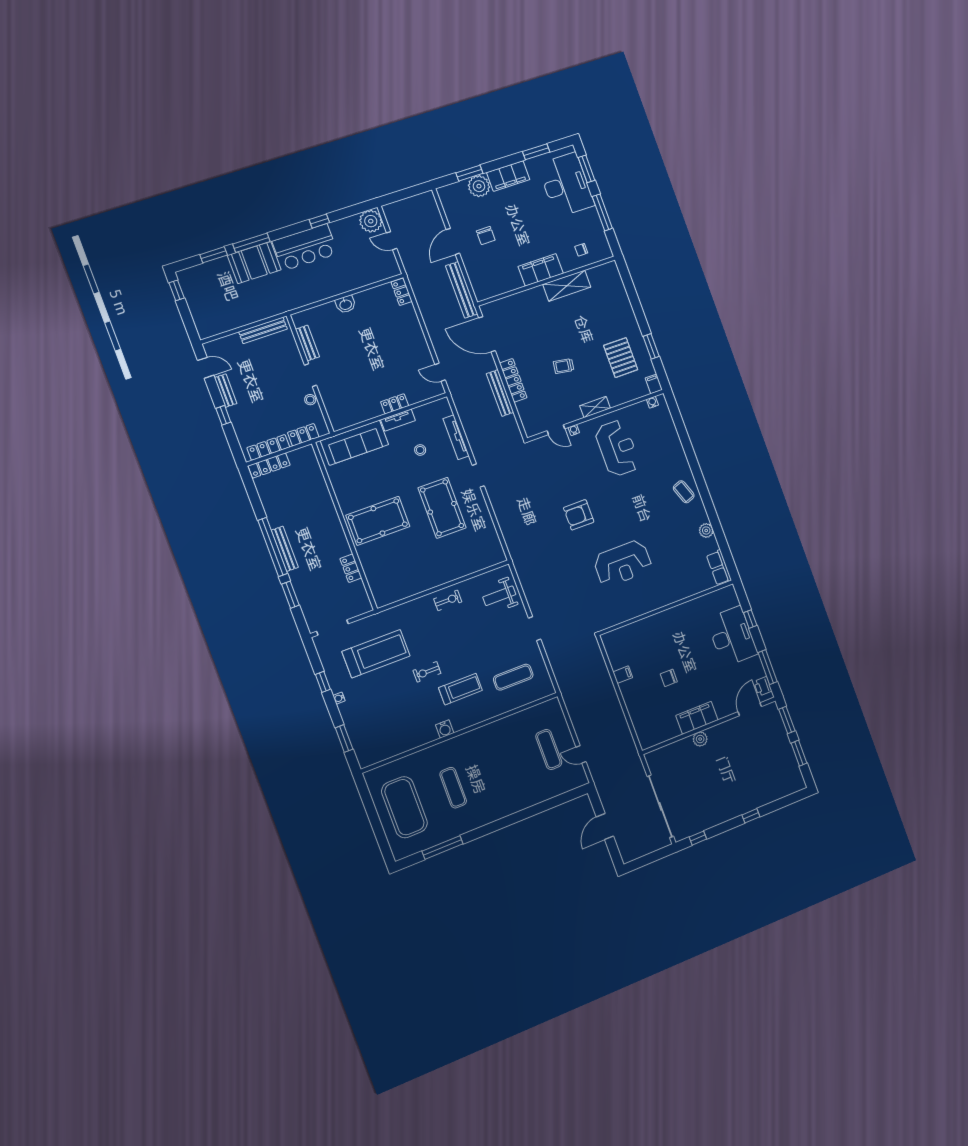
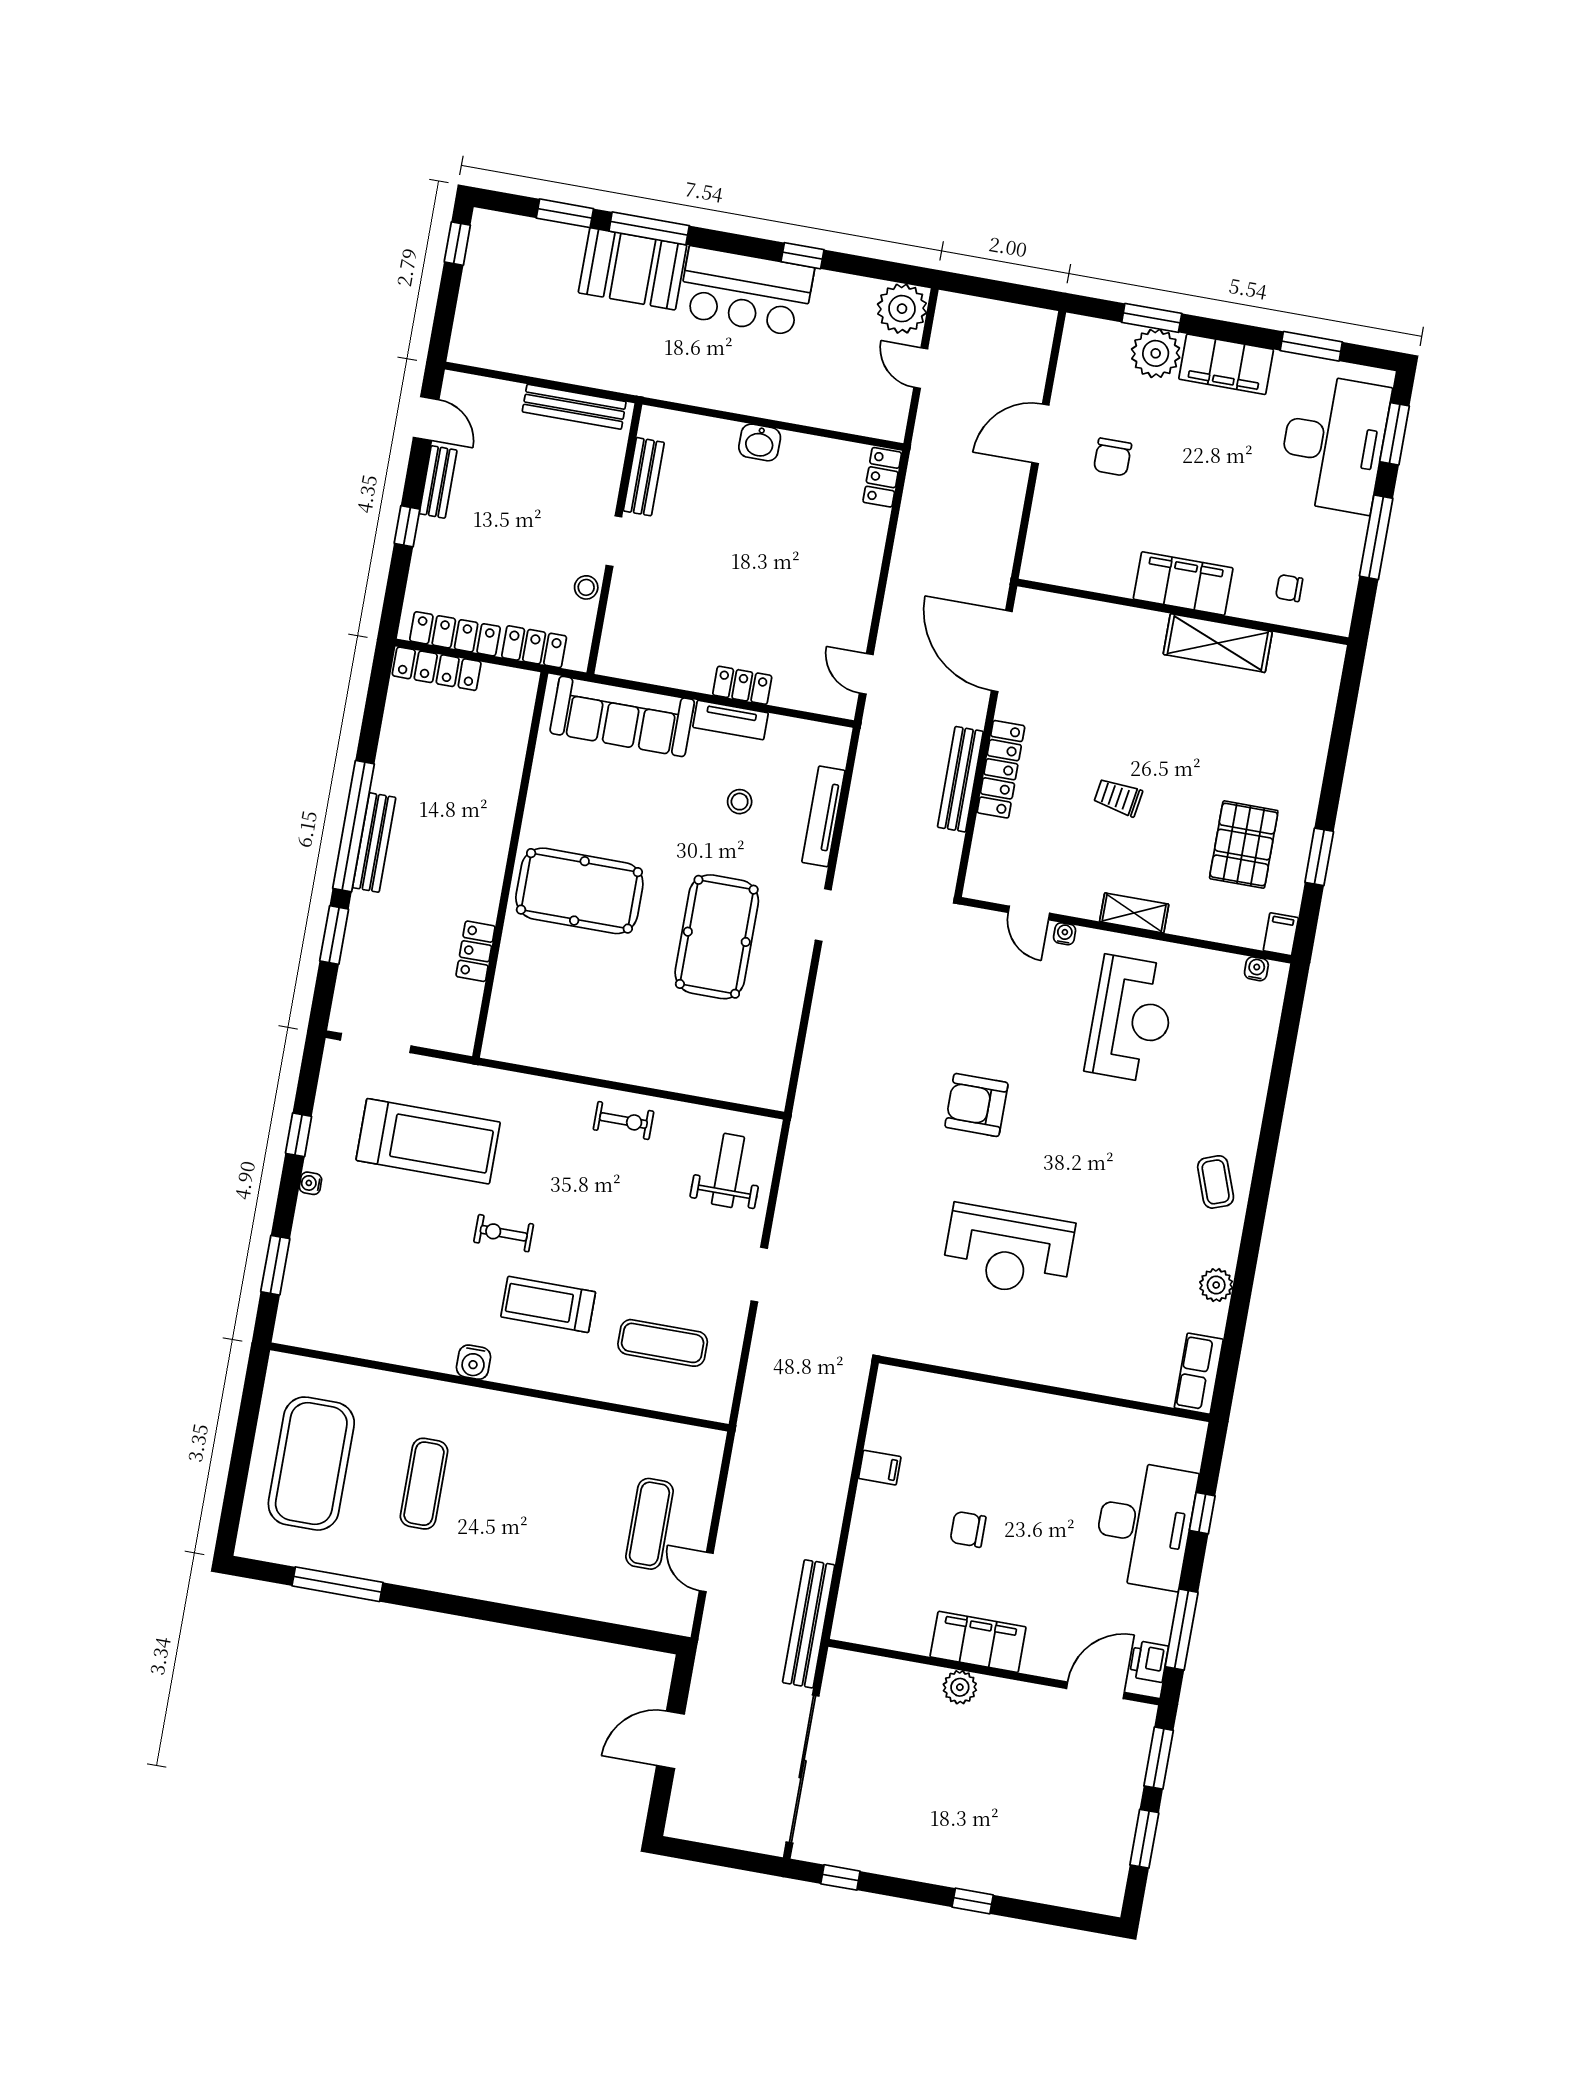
bench: (462, 290) -> (809, 1624), moved
weight bench: (499, 596) -> (728, 1170), turned 90
treadmill: (460, 689) -> (548, 1304), turned 180

